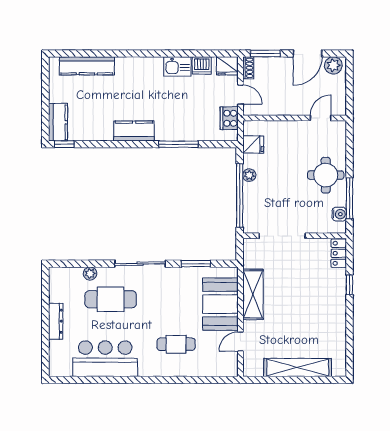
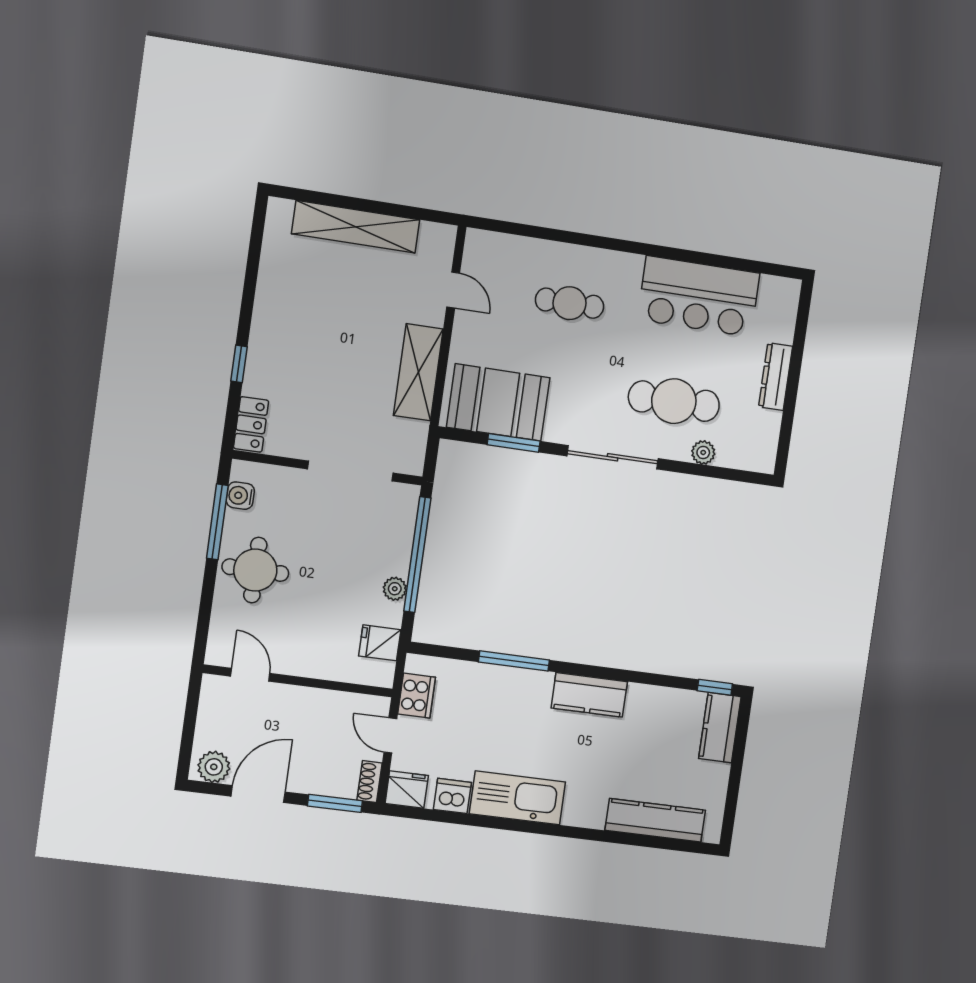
kitchen sink: (178, 66) -> (517, 798), width x1.88, depth x1.24
door: (321, 118) -> (250, 675), swing flipped
booth: (220, 304) -> (498, 402), moved, turned 90
door: (240, 342) -> (453, 290), hinge flipped

